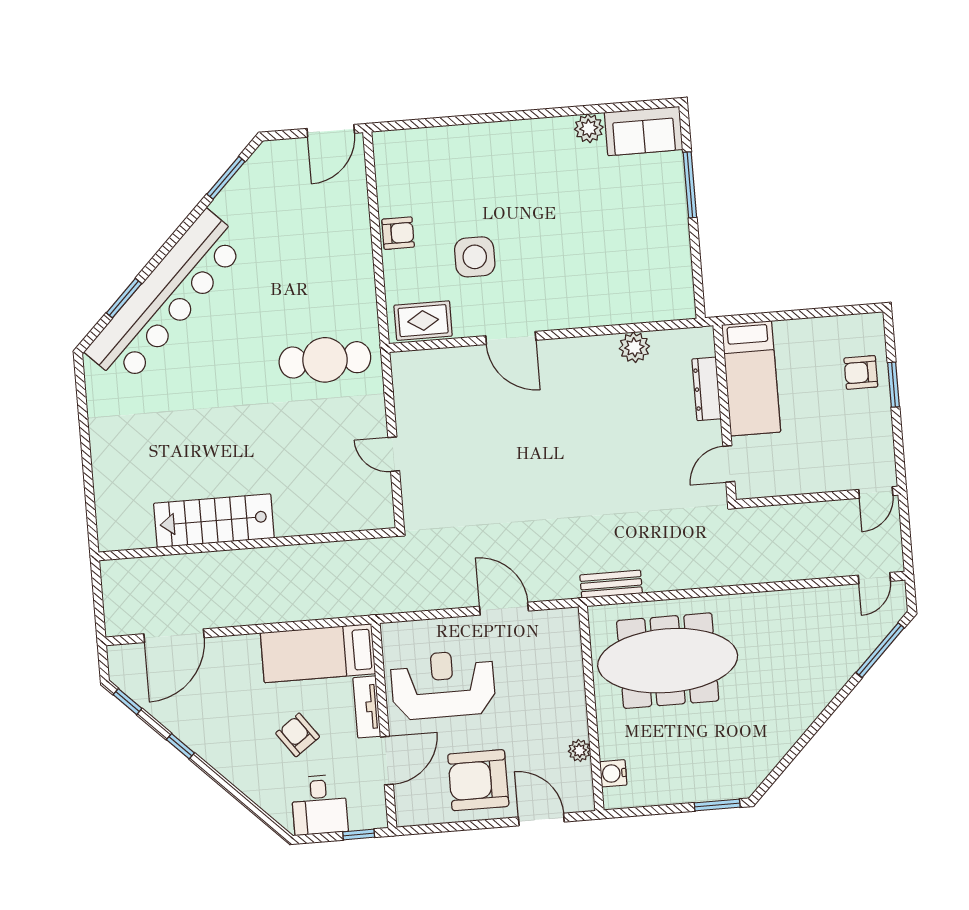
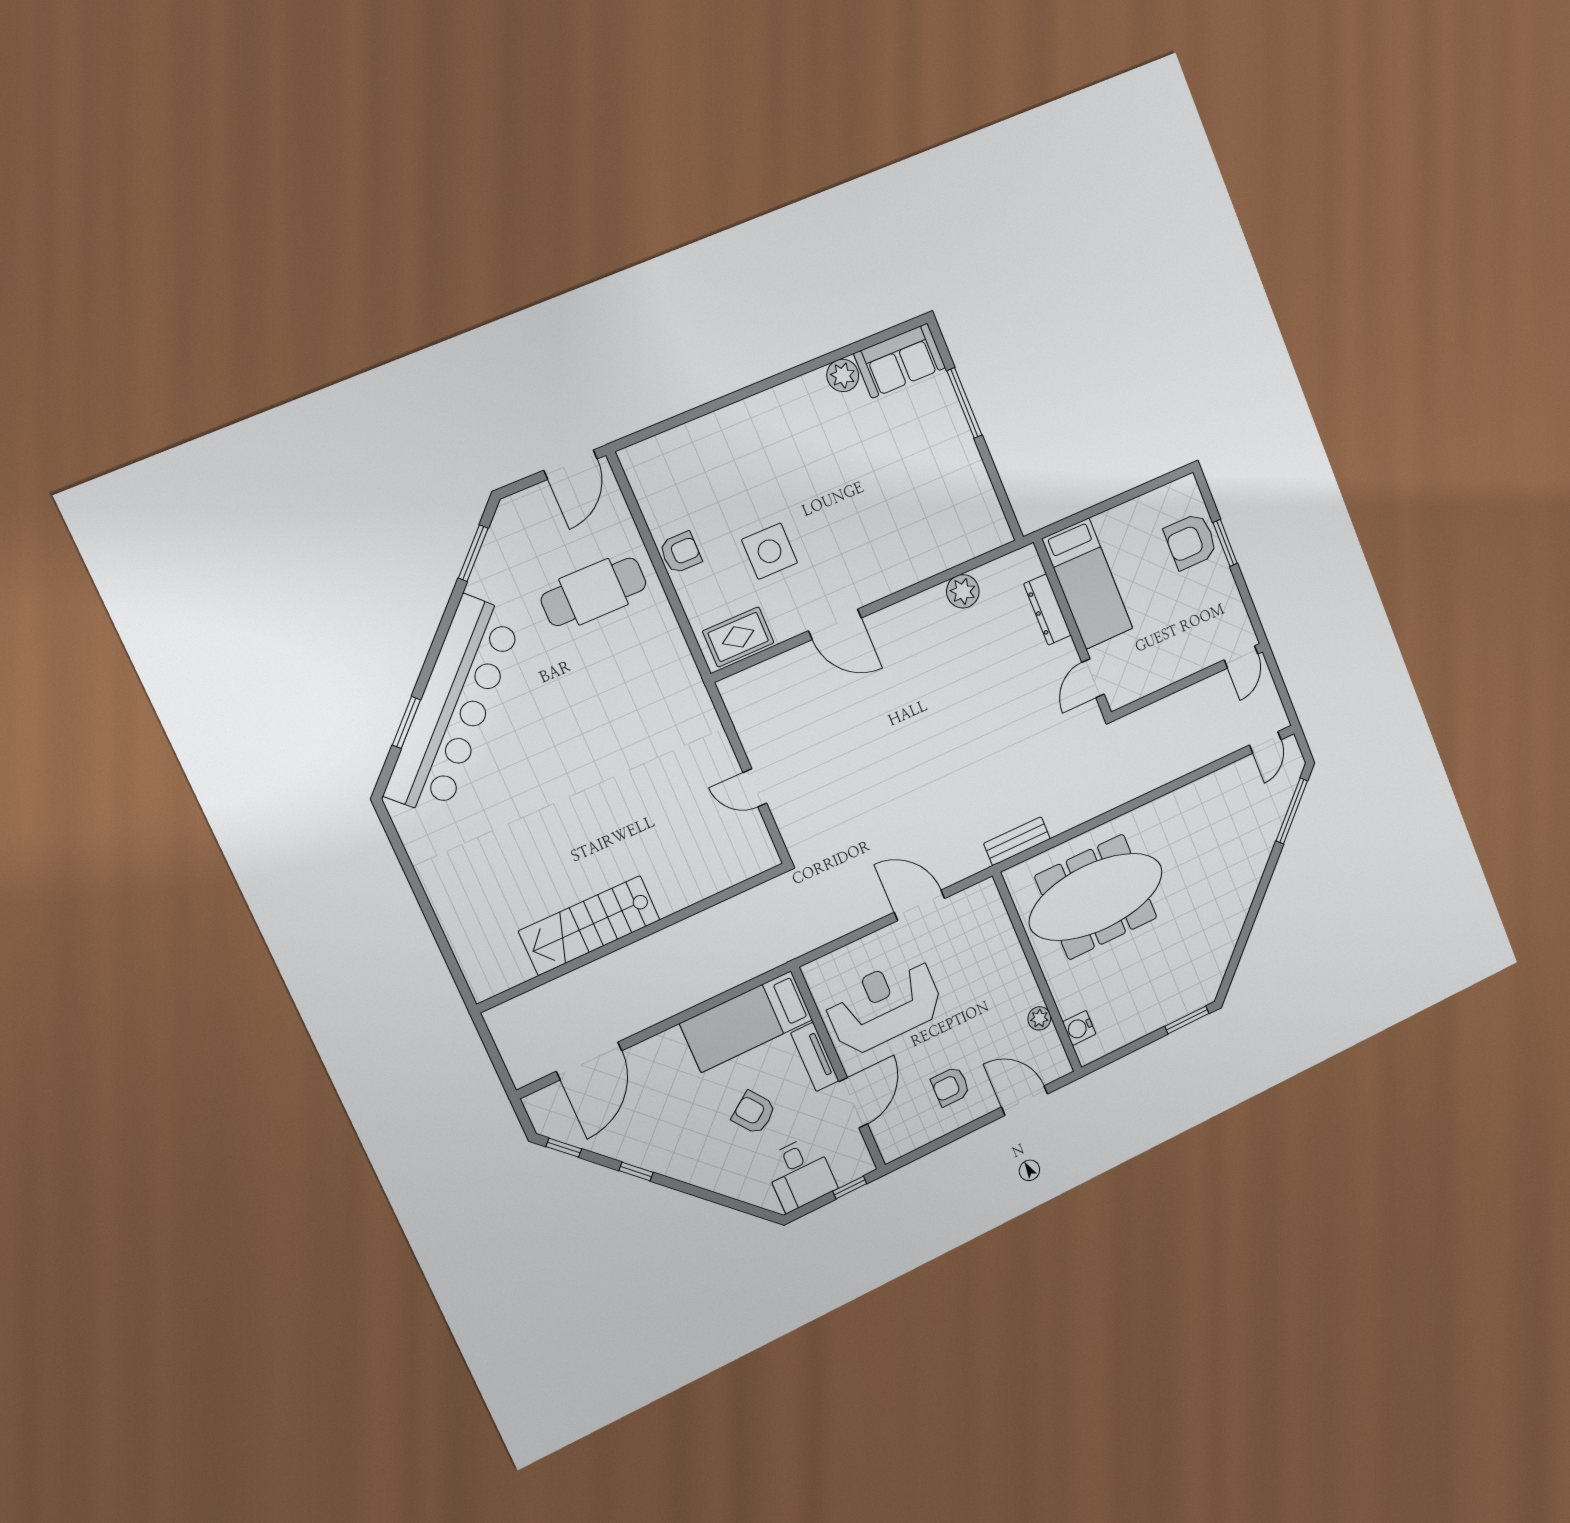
cafe table: (325, 360) -> (594, 592), moved
armchair: (861, 372) -> (1191, 541), width x1.38, depth x1.38
armchair: (478, 780) -> (950, 1086), width x0.53, depth x0.53

